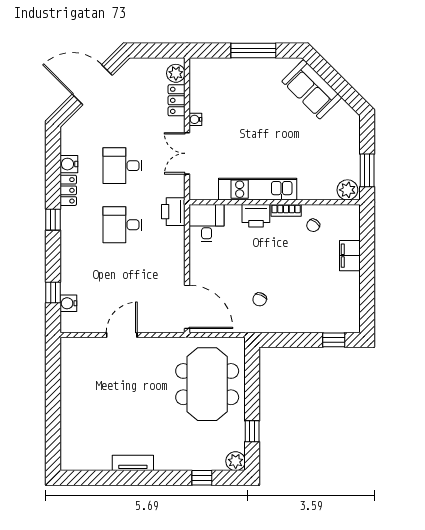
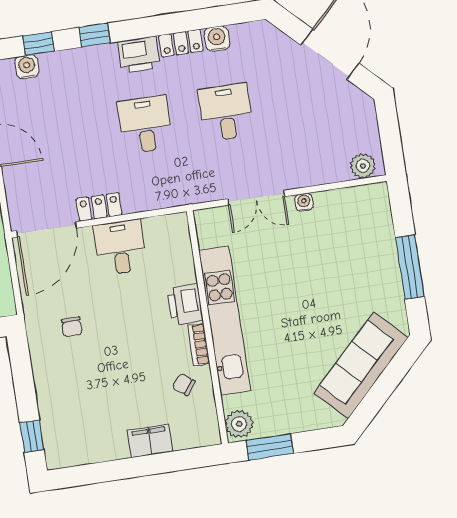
sofa: (312, 89) -> (361, 365), width x1.36
locker: (177, 100) -> (99, 207), moved
double door: (187, 153) -> (256, 198), swing flipped
kitchen unit: (258, 189) -> (225, 321), width x1.36
printer: (173, 212) -> (139, 54), moved, turned 180
window: (53, 220) -> (95, 35), moved
desk: (207, 223) -> (120, 247), moved, turned -90
chair: (260, 299) -> (72, 327), turned -115

